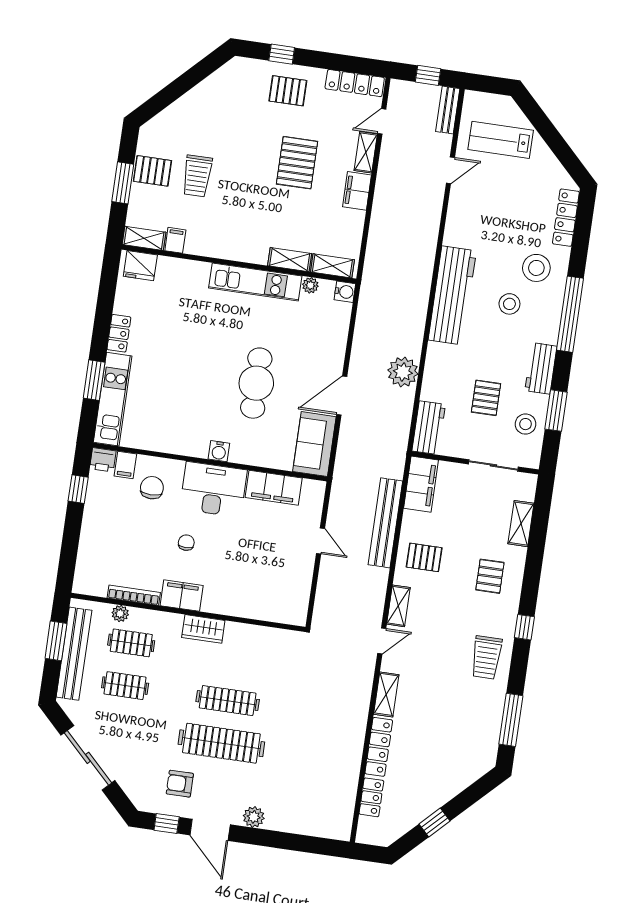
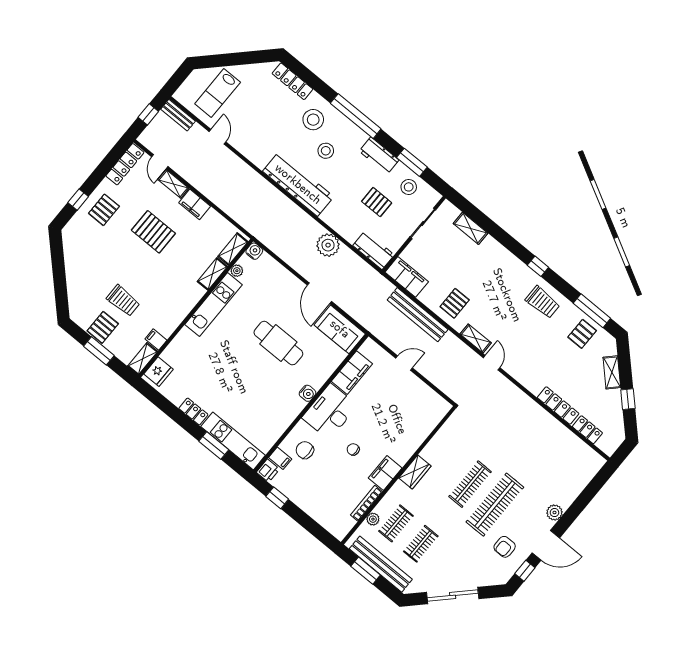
pallet: (490, 576) -> (582, 334), moved, turned 90
shelving: (386, 694) -> (612, 372), moved, turned 45

